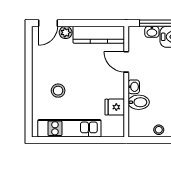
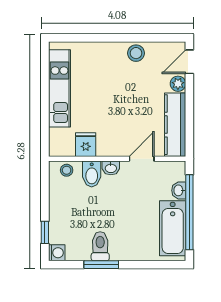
door: (48, 23) -> (189, 62), hinge flipped
stool: (58, 91) -> (136, 53), moved
stool: (159, 130) -> (67, 170), moved

